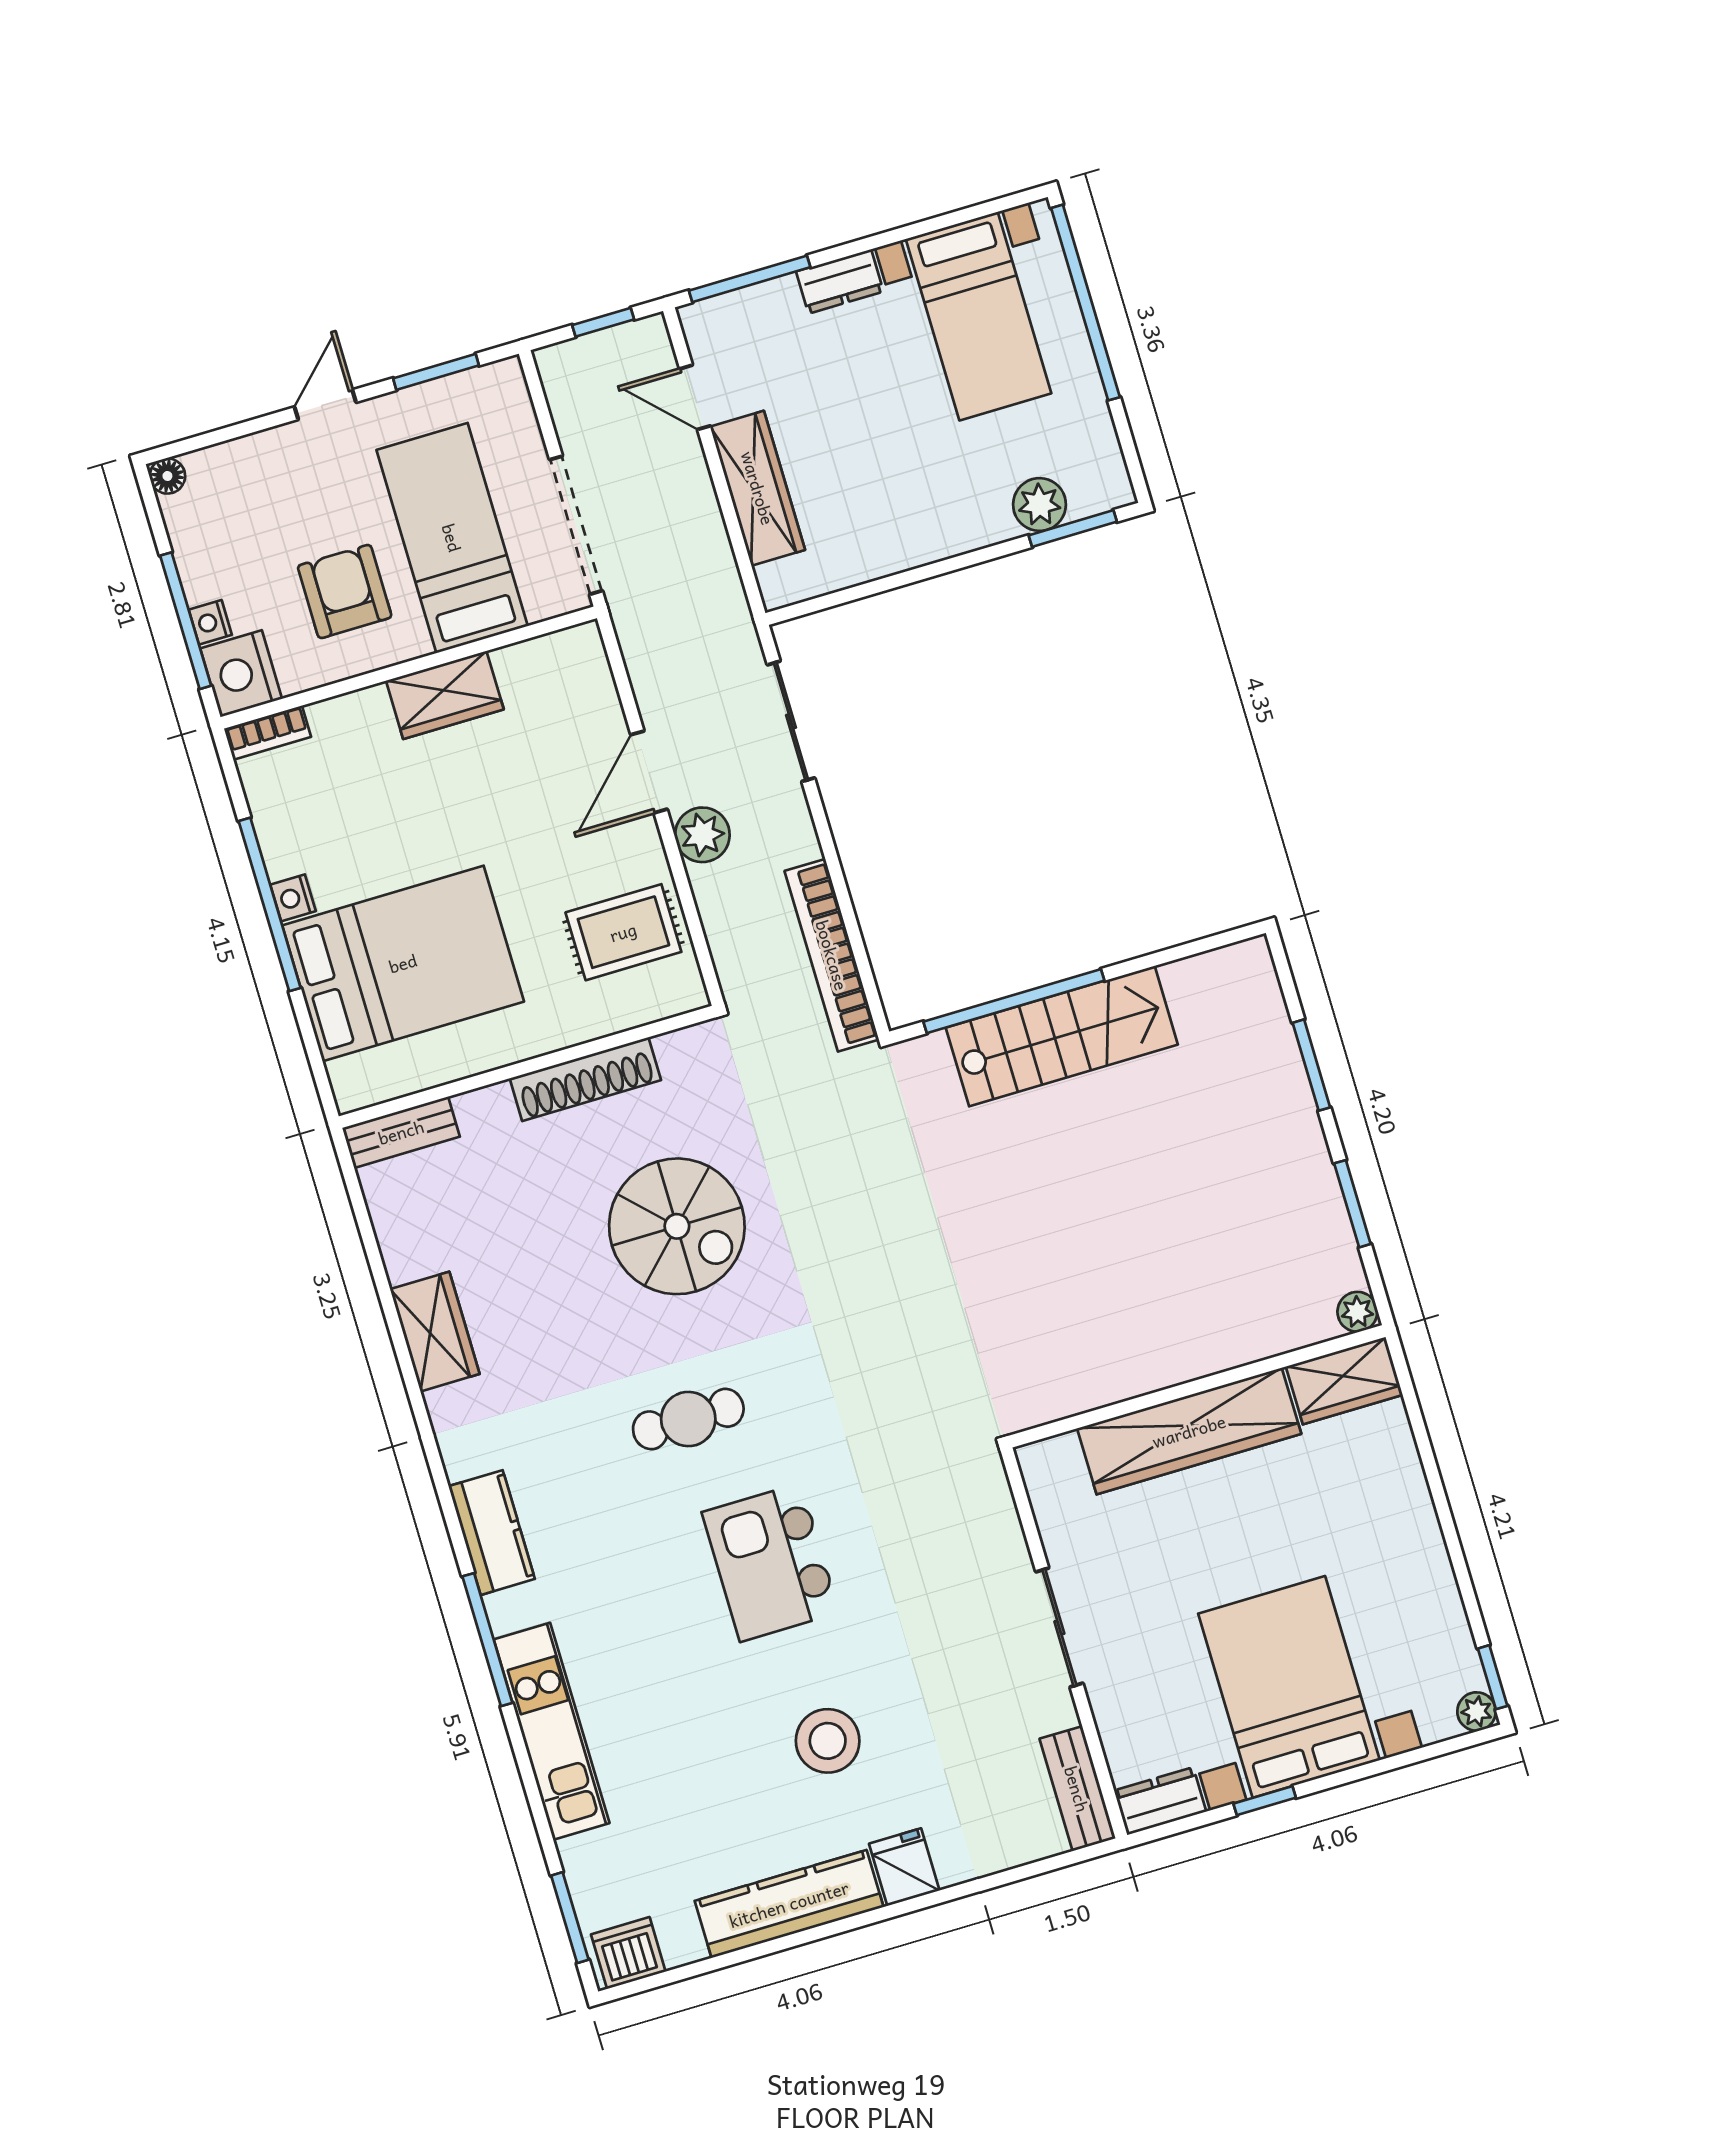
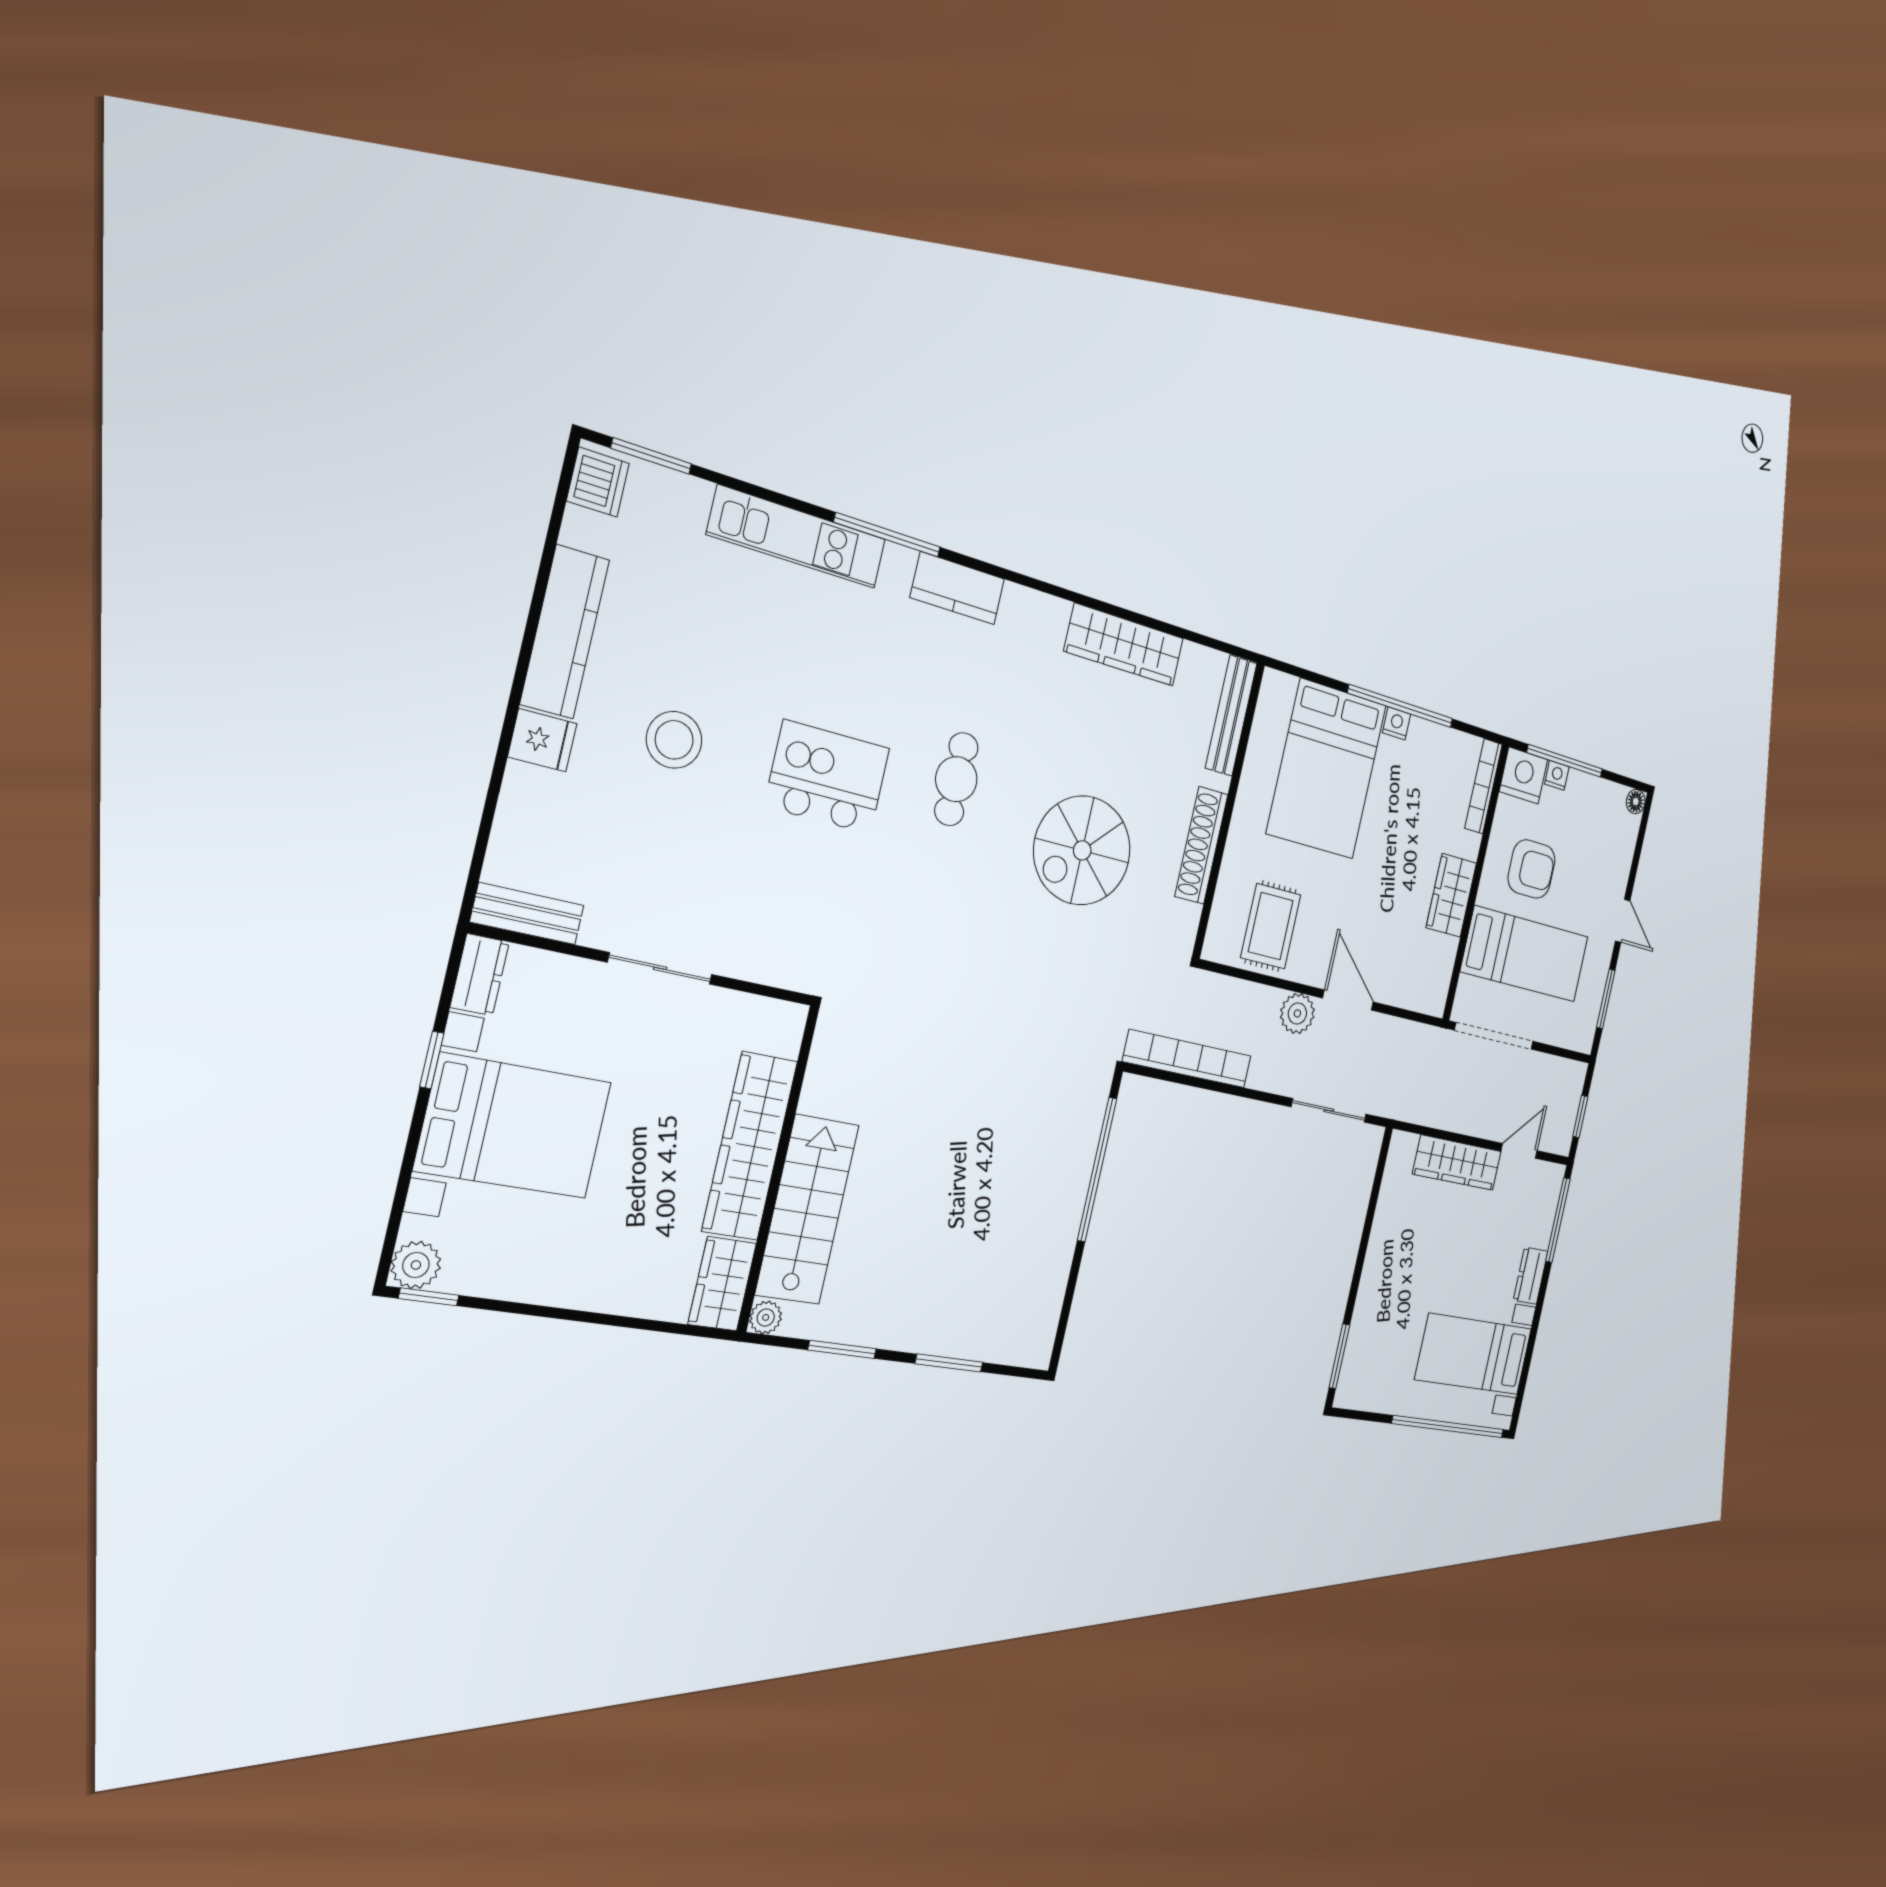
plant: (1040, 505) -> (1362, 1341), removed
bookcase: (268, 733) -> (1484, 786), width x1.56
stairs: (1062, 1036) -> (807, 1210), moved, turned 180
bench: (401, 1132) -> (1231, 716), width x1.36
wardrobe: (435, 1332) -> (1124, 645), width x1.50
plant: (1477, 1711) -> (416, 1265), width x1.38, depth x1.38

